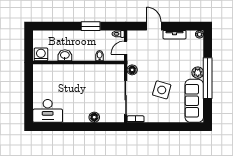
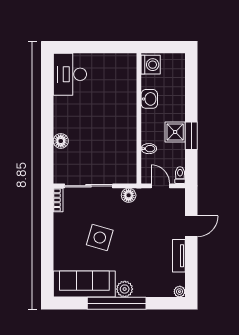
shower: (88, 37) -> (175, 132), added

